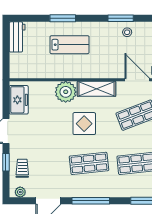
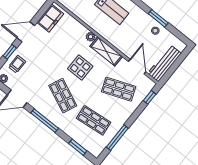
plant: (66, 92) -> (91, 37), width x0.53, depth x0.53
shop shelf: (89, 163) -> (63, 96), turned 30

